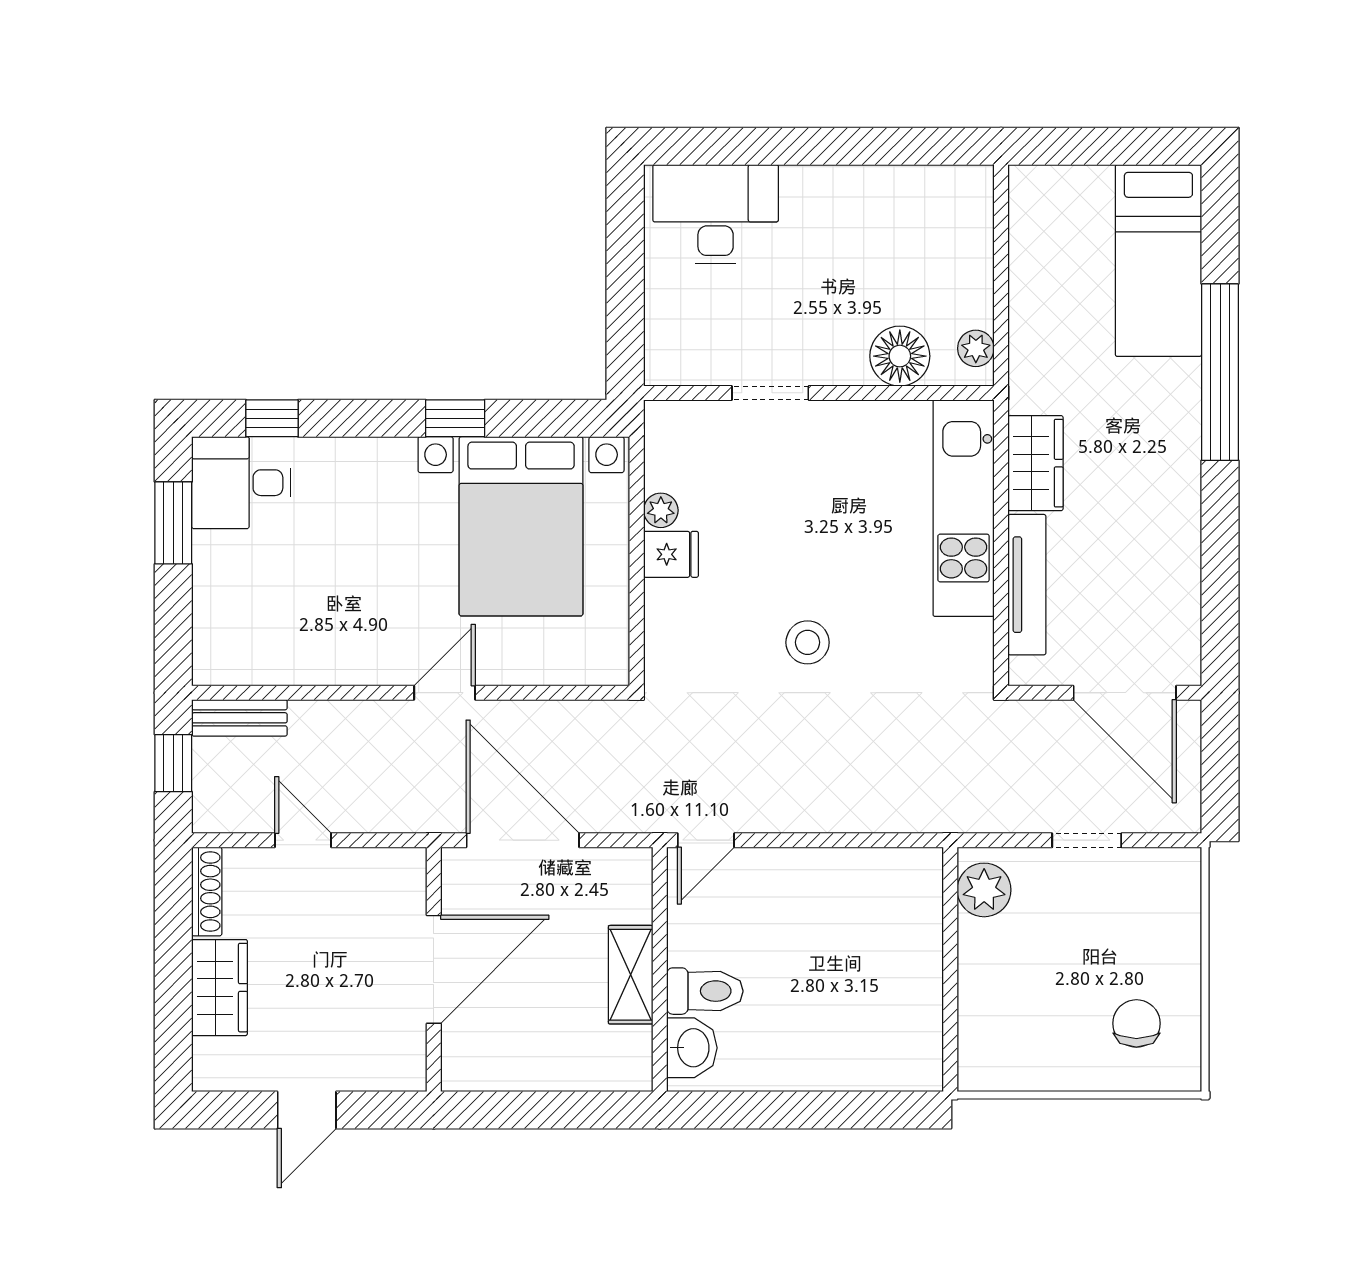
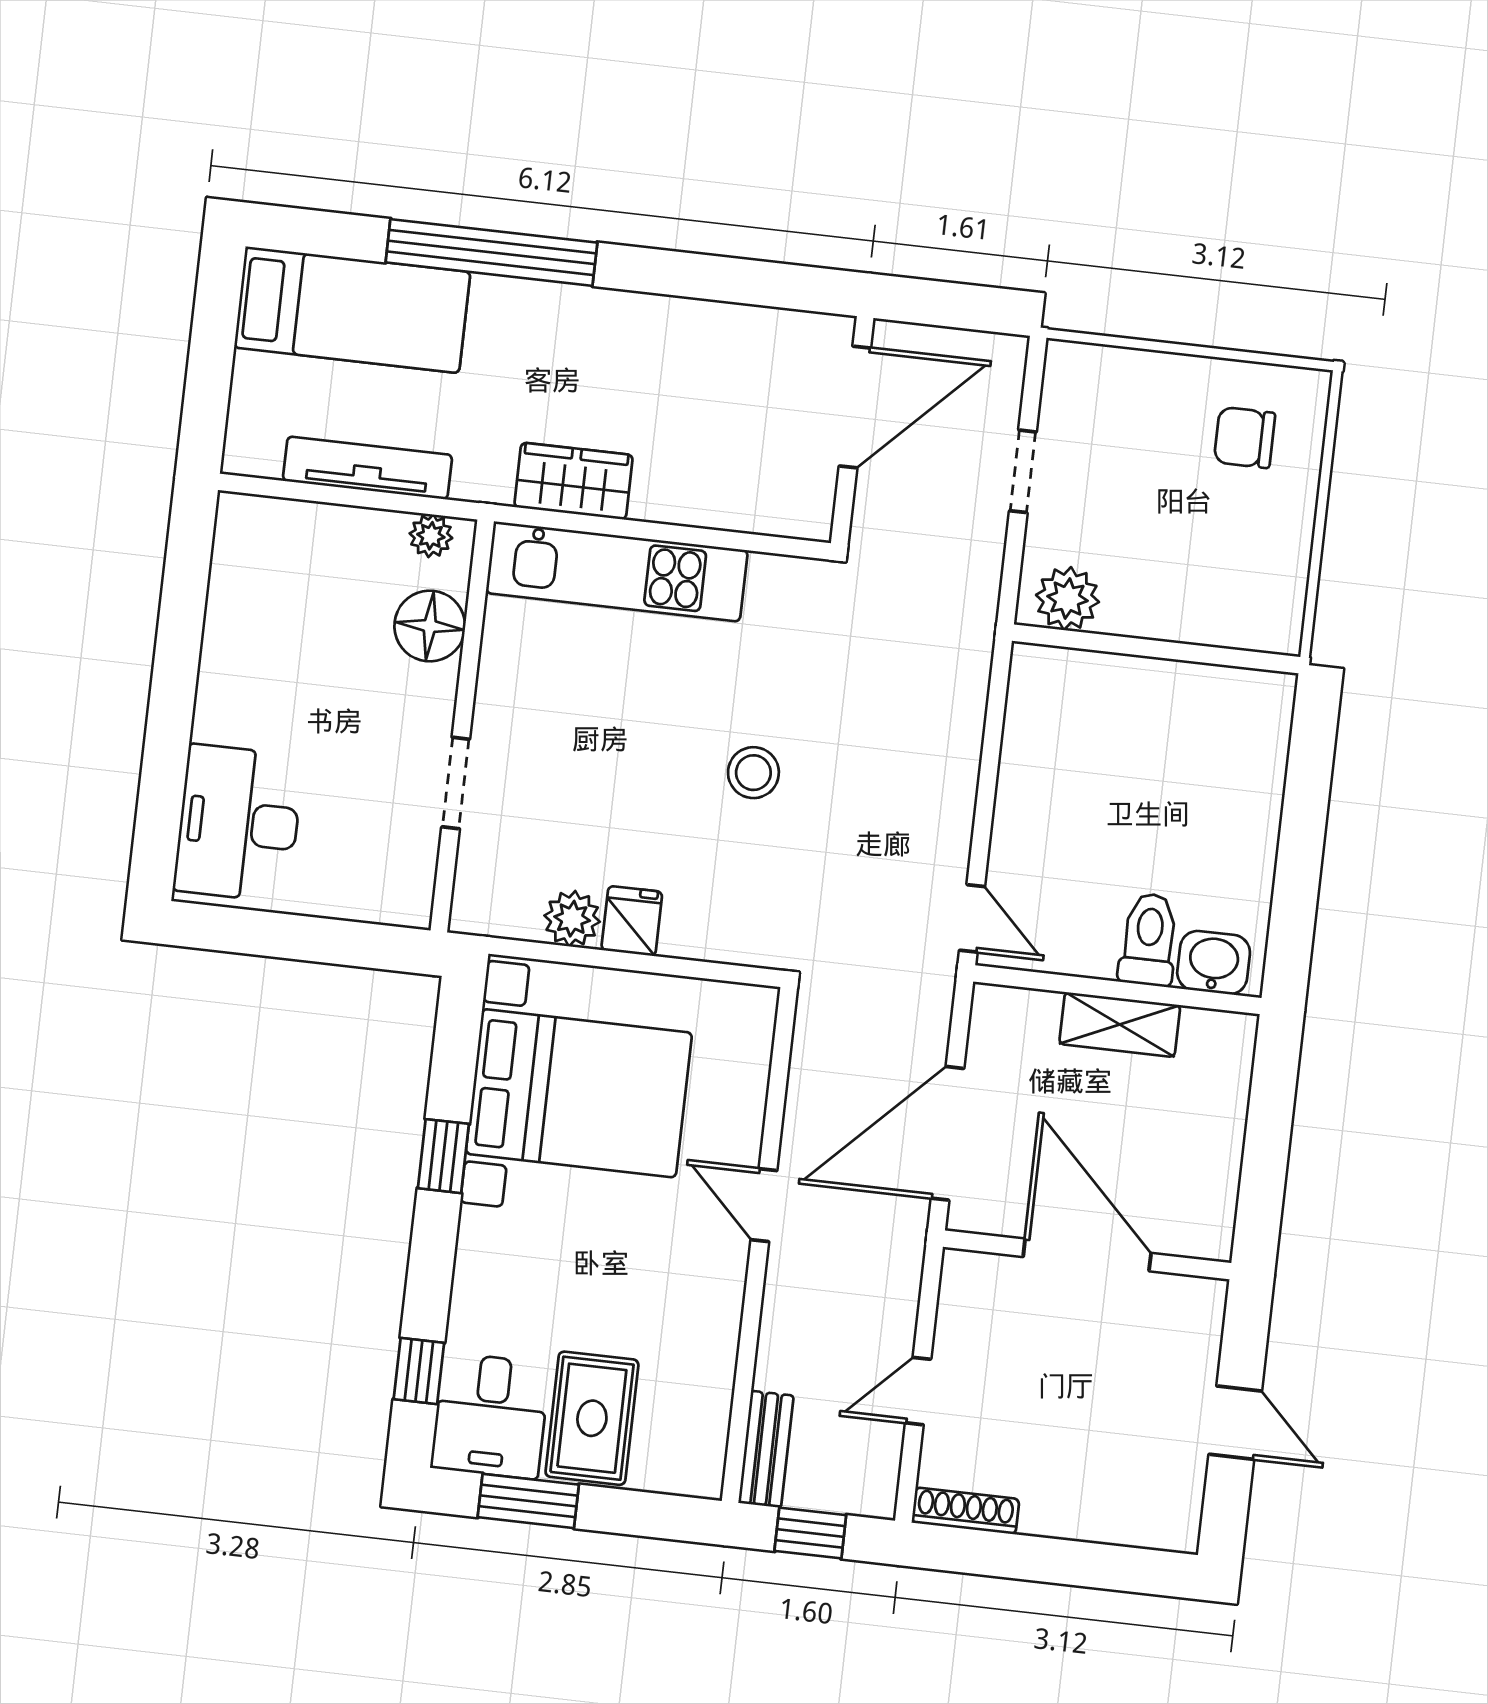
plant: (661, 510) -> (572, 919), width x1.38, depth x1.38
rug: (249, 568) -> (592, 1418), added
tv unit: (1027, 585) -> (367, 468), moved
wardrobe: (220, 988) -> (1080, 1509), removed

